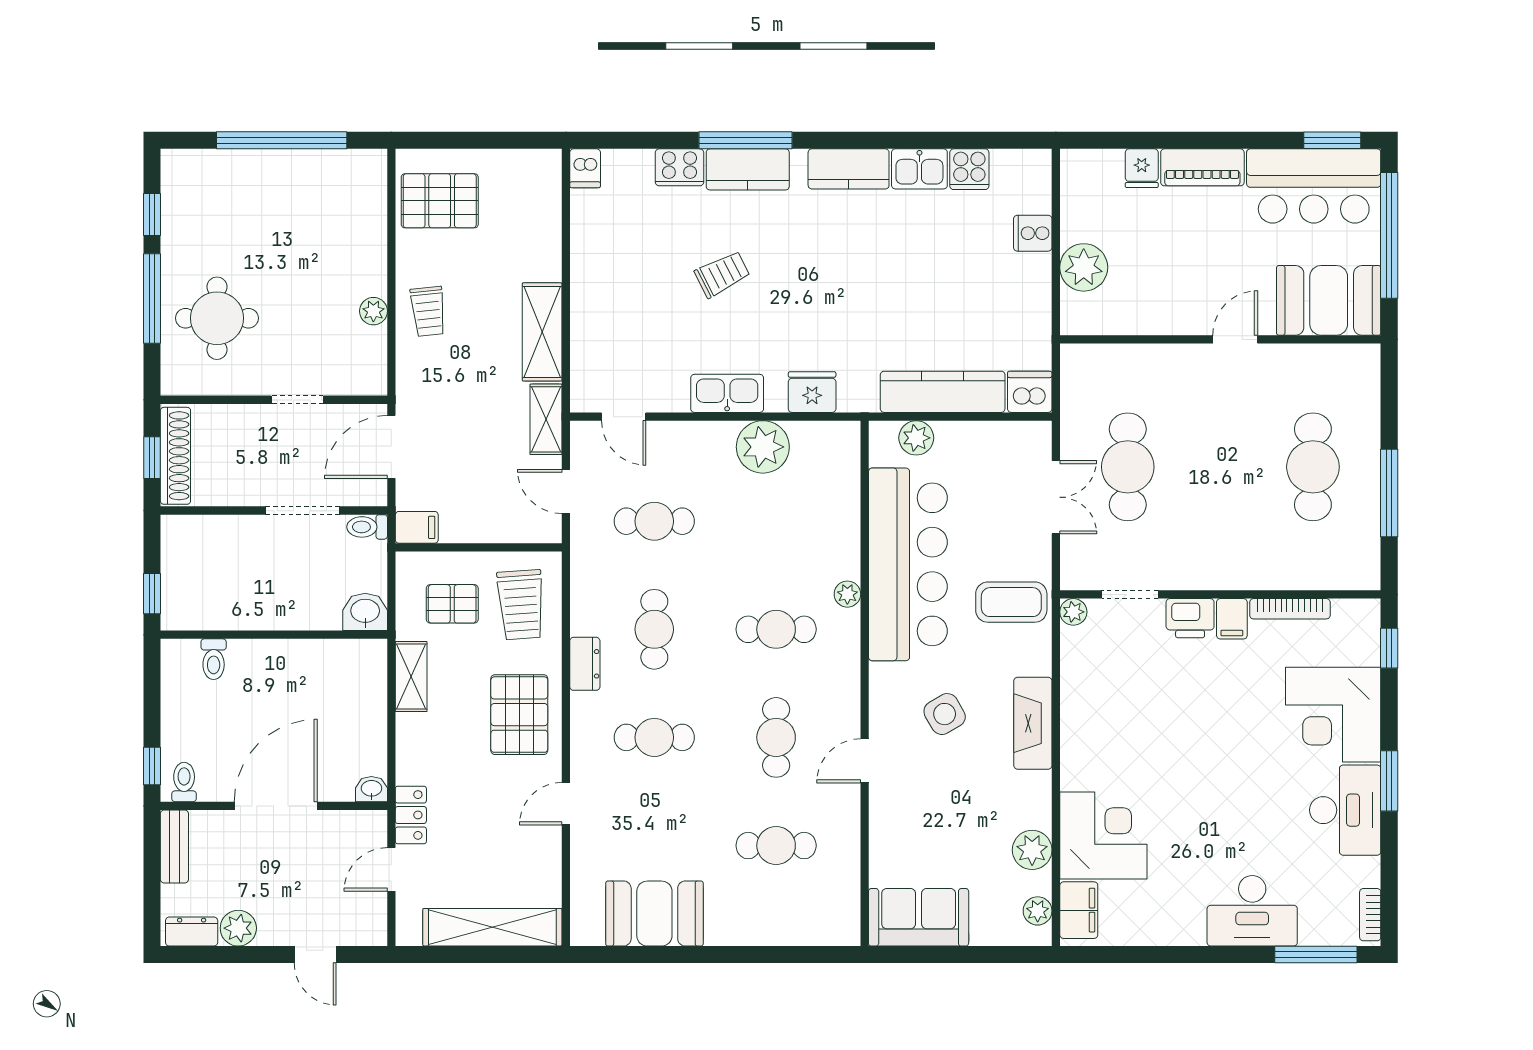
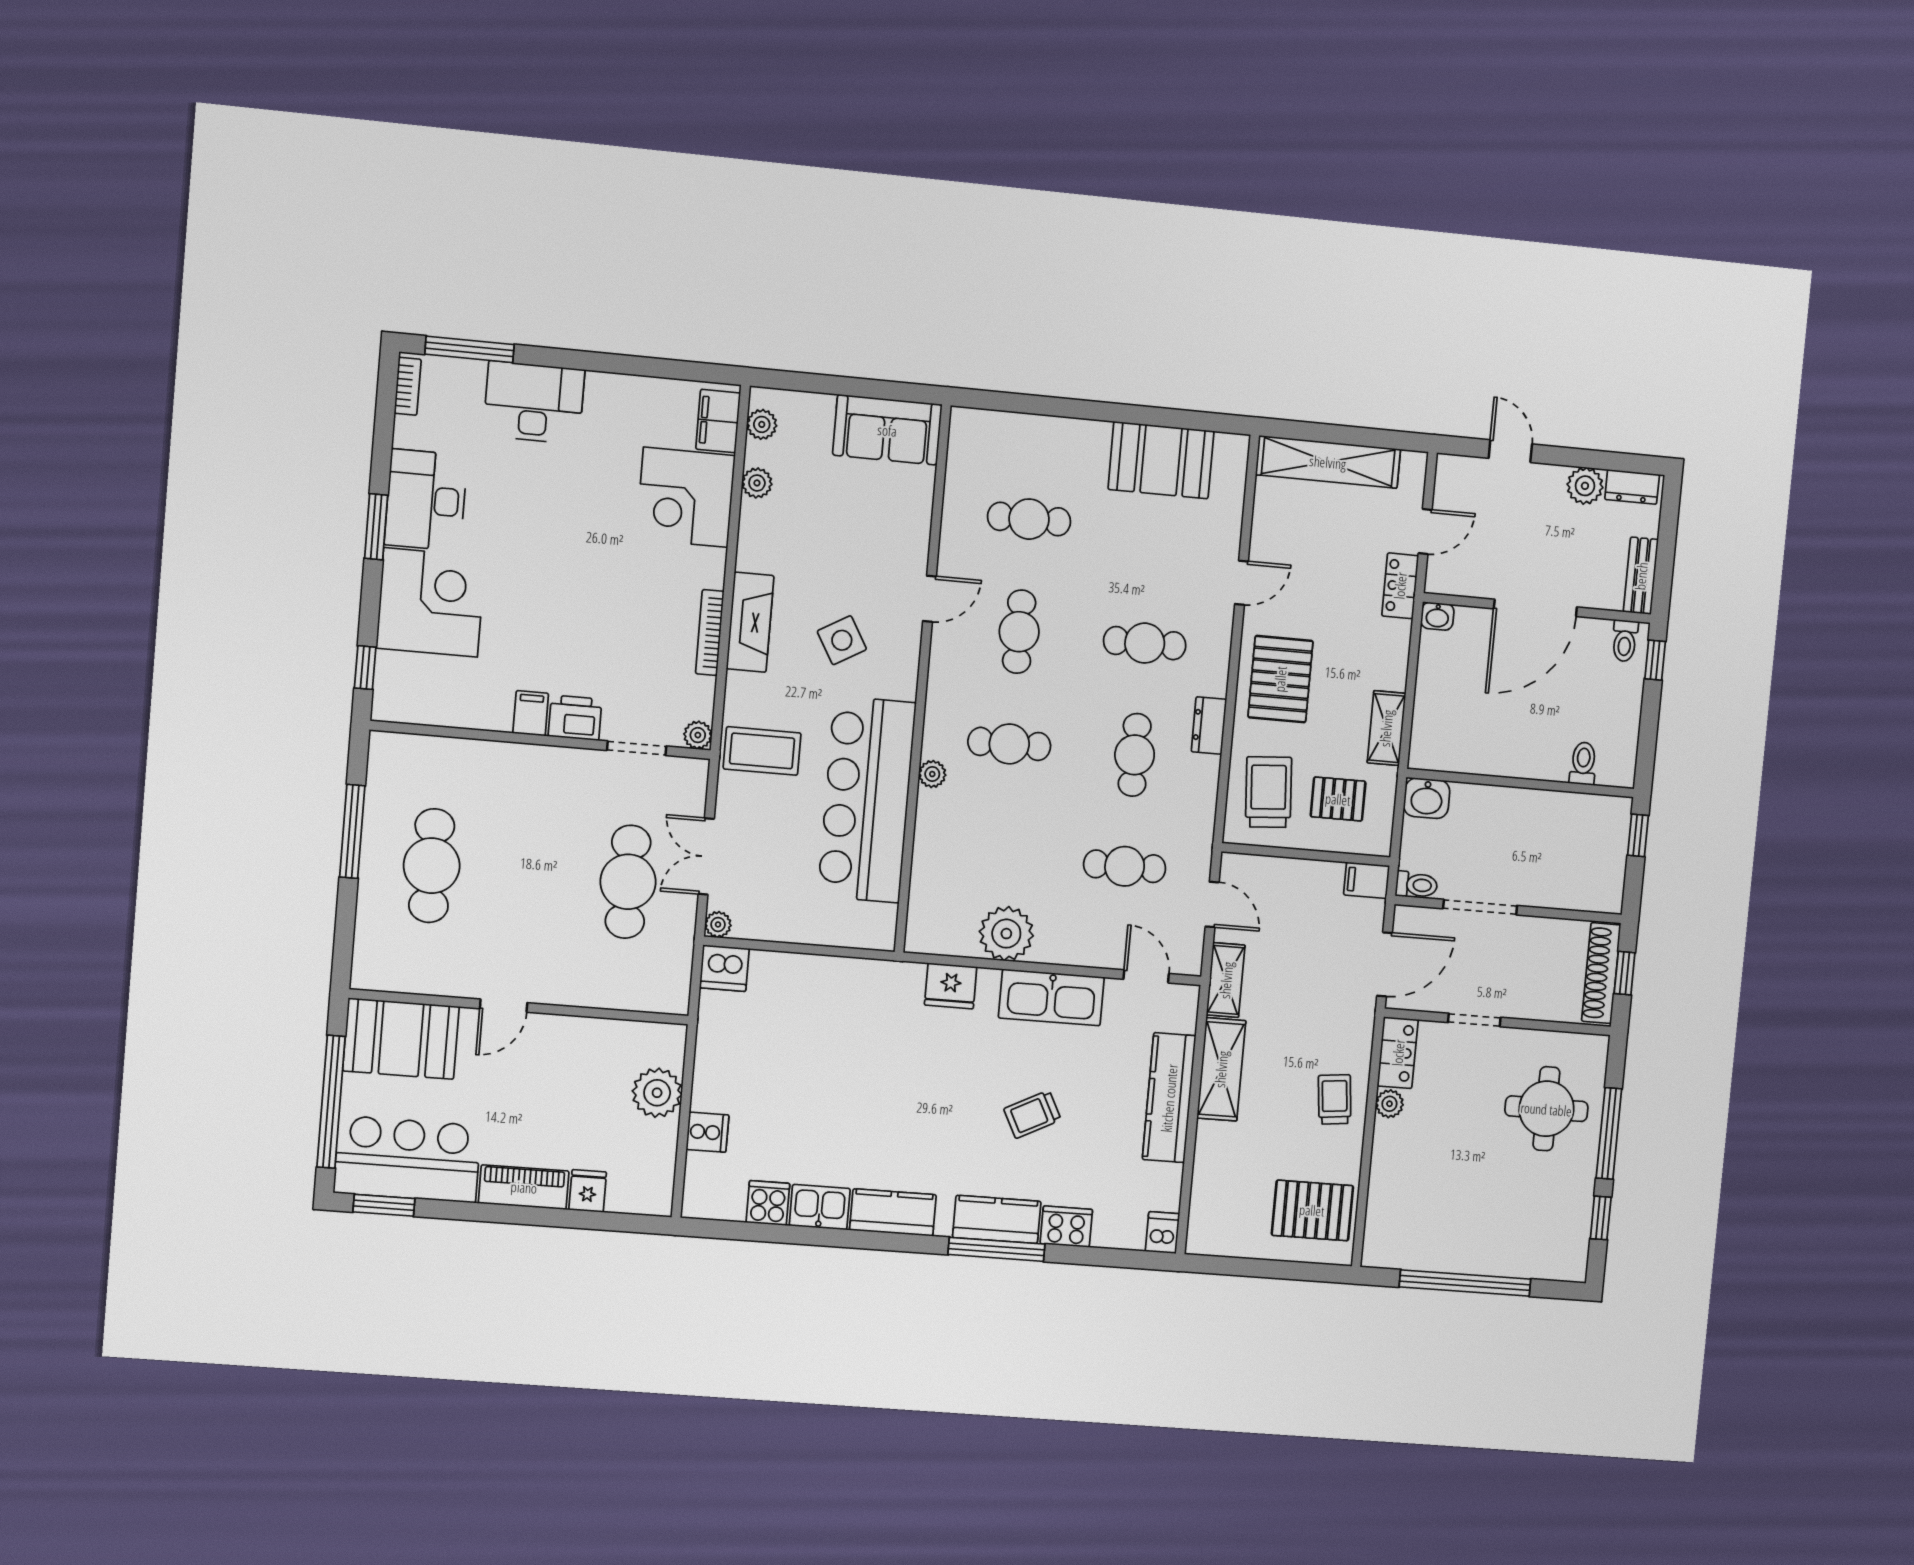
locker: (370, 362) -> (1398, 1053), added
kitchen counter: (943, 392) -> (1169, 1098), moved, turned 90
kitchen sink: (727, 393) -> (1051, 997), width x1.36, depth x1.24
plant: (916, 438) -> (718, 924), moved, width x0.73, depth x0.73
bookcase: (1290, 609) -> (710, 632), moved, turned -90
plant: (1032, 850) -> (757, 483), width x0.73, depth x0.73

